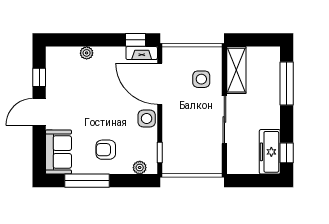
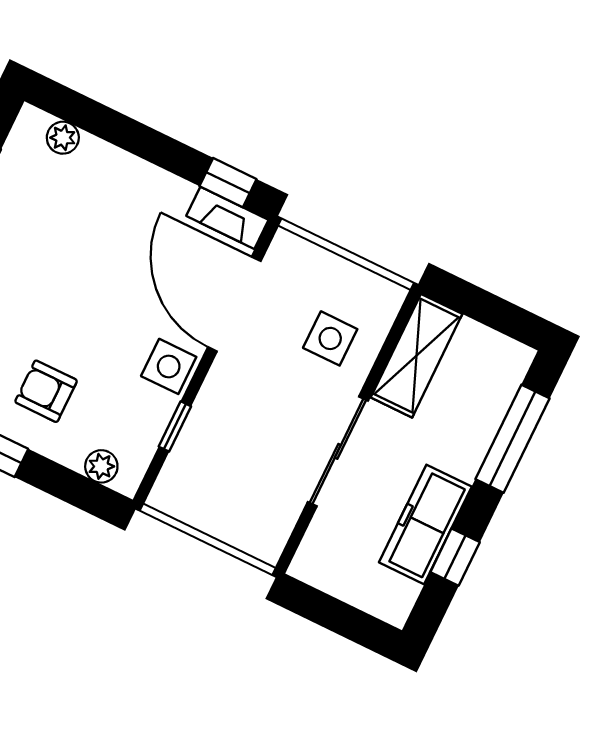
plant: (87, 53) -> (63, 138), moved
freezer: (270, 152) -> (425, 524), moved
window: (160, 153) -> (175, 426), moved
window: (287, 153) -> (455, 557), moved

